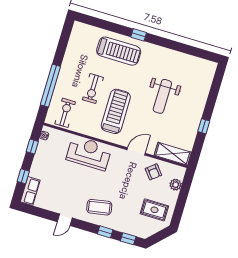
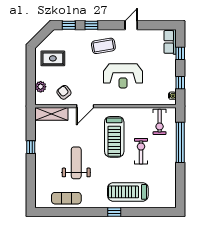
exercise mat: (183, 63) -> (66, 198), added
reception desk: (89, 153) -> (123, 76), moved

